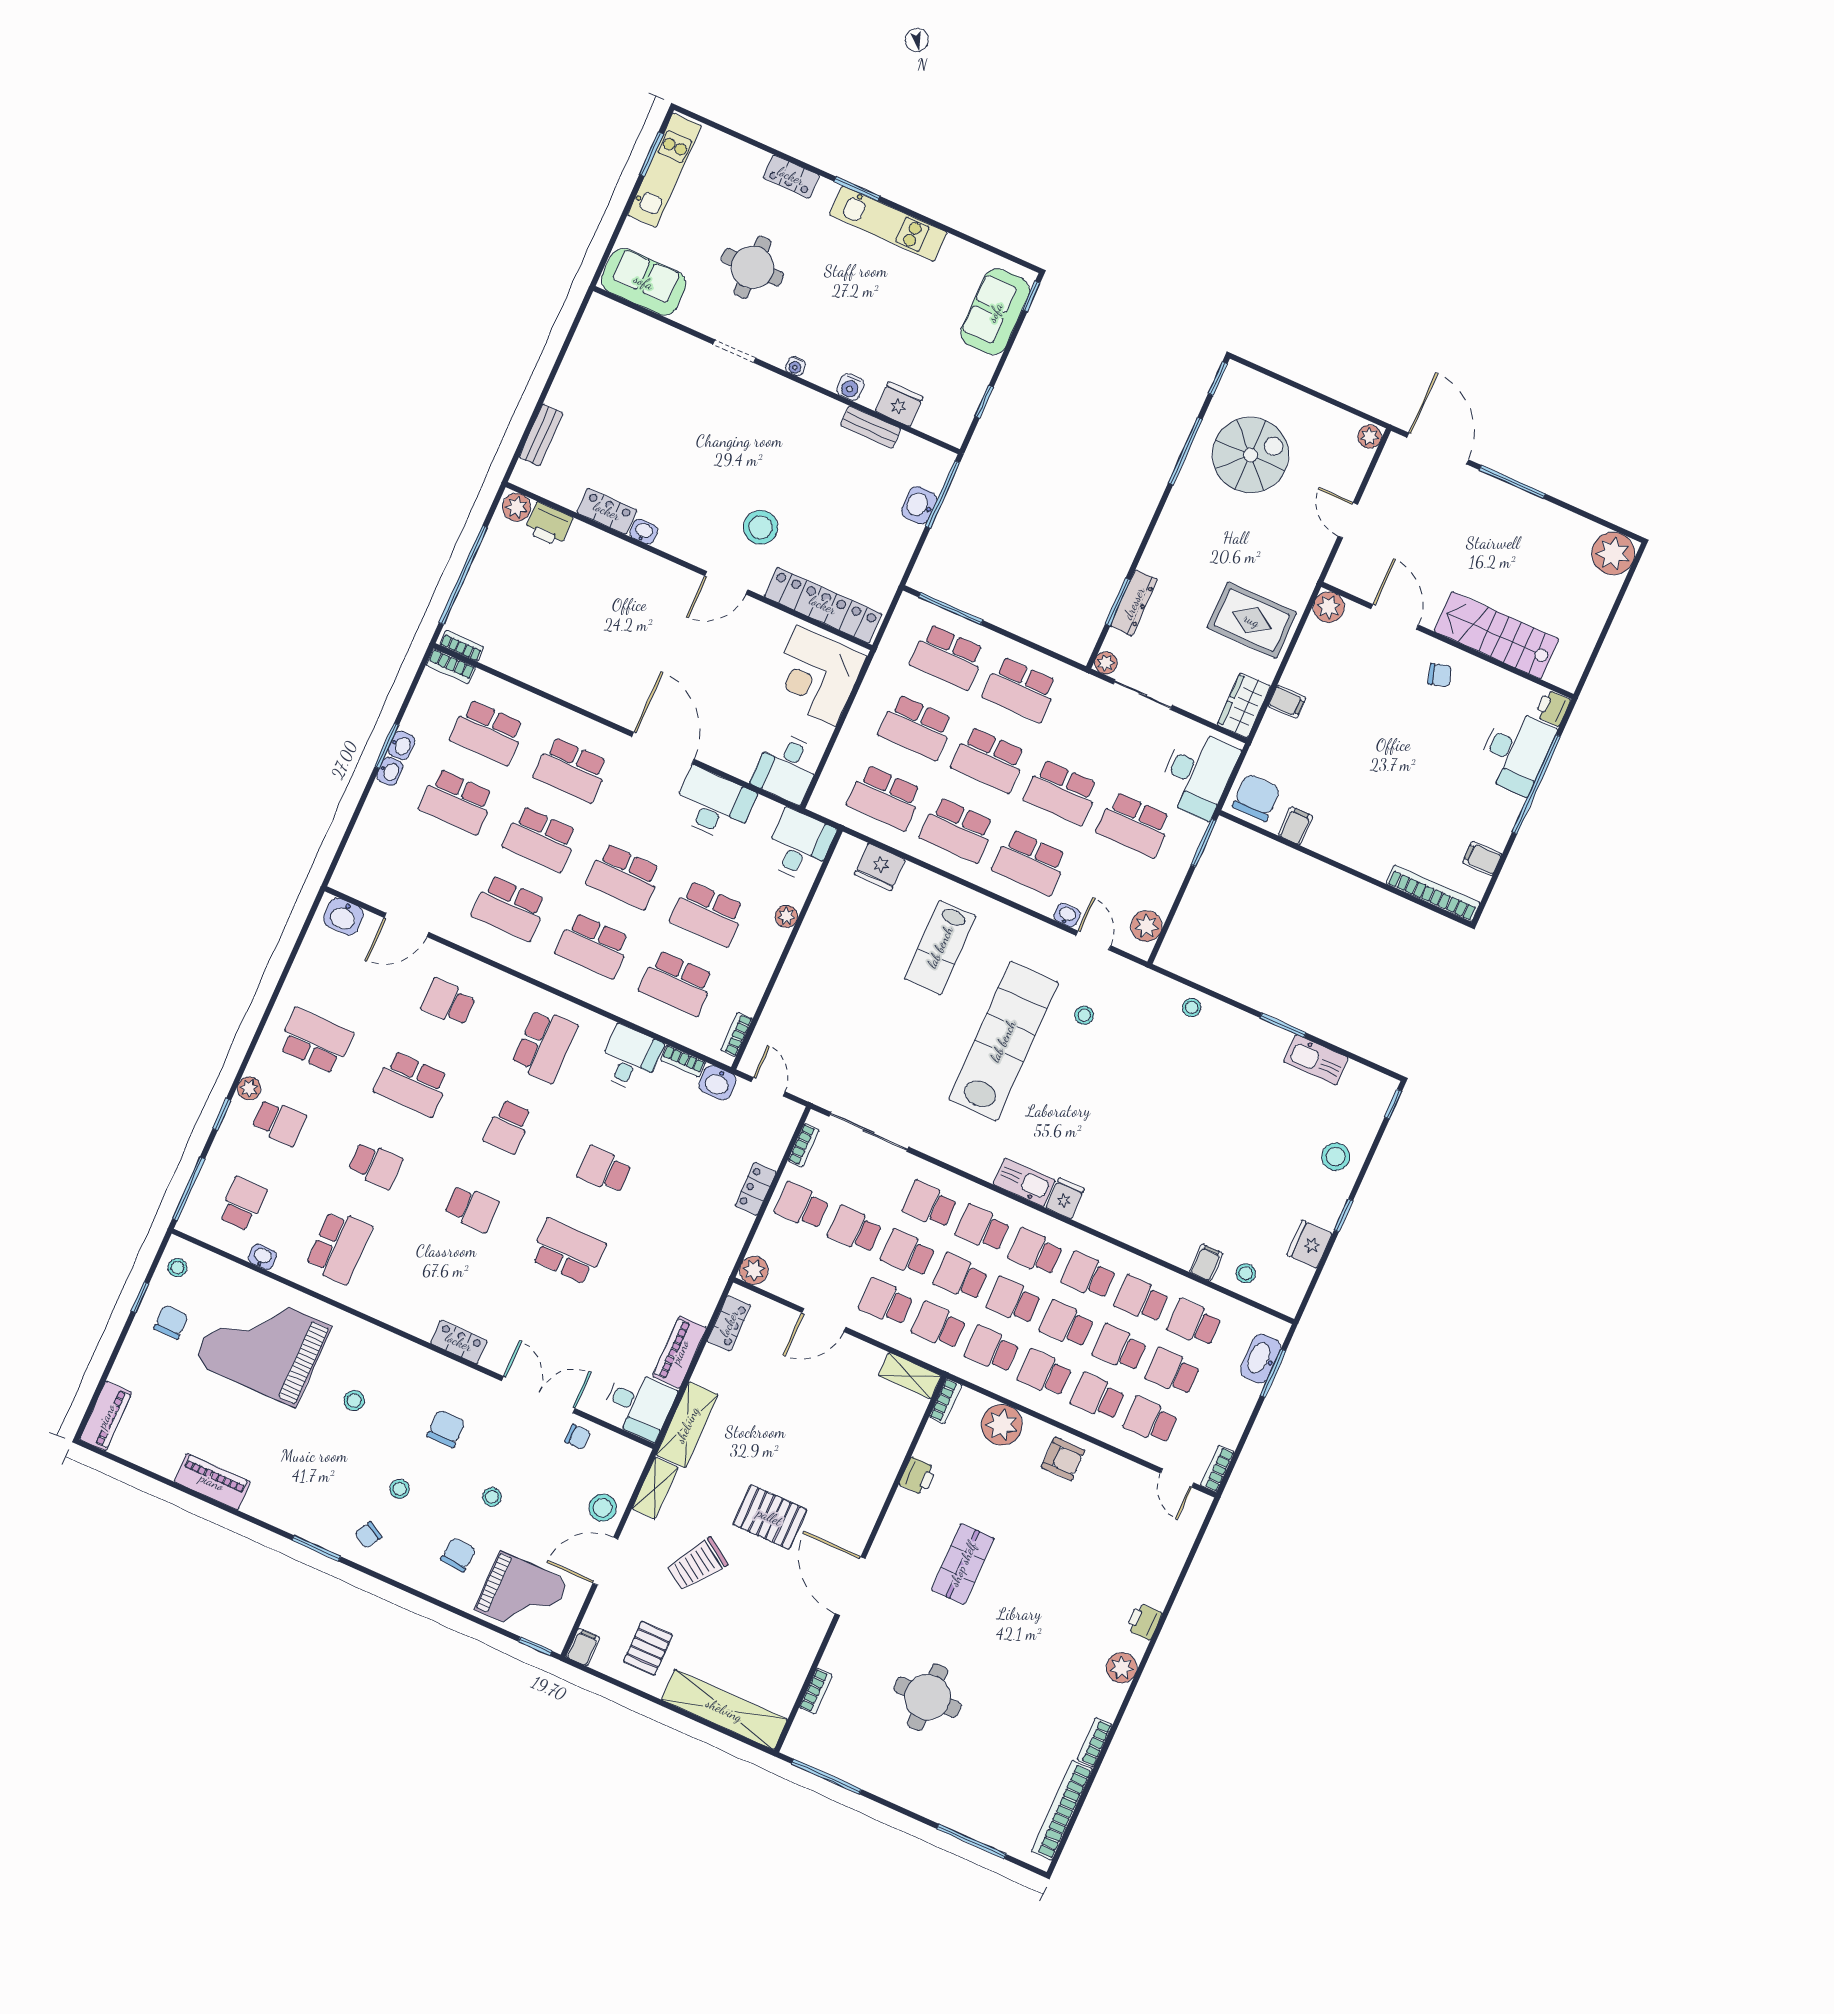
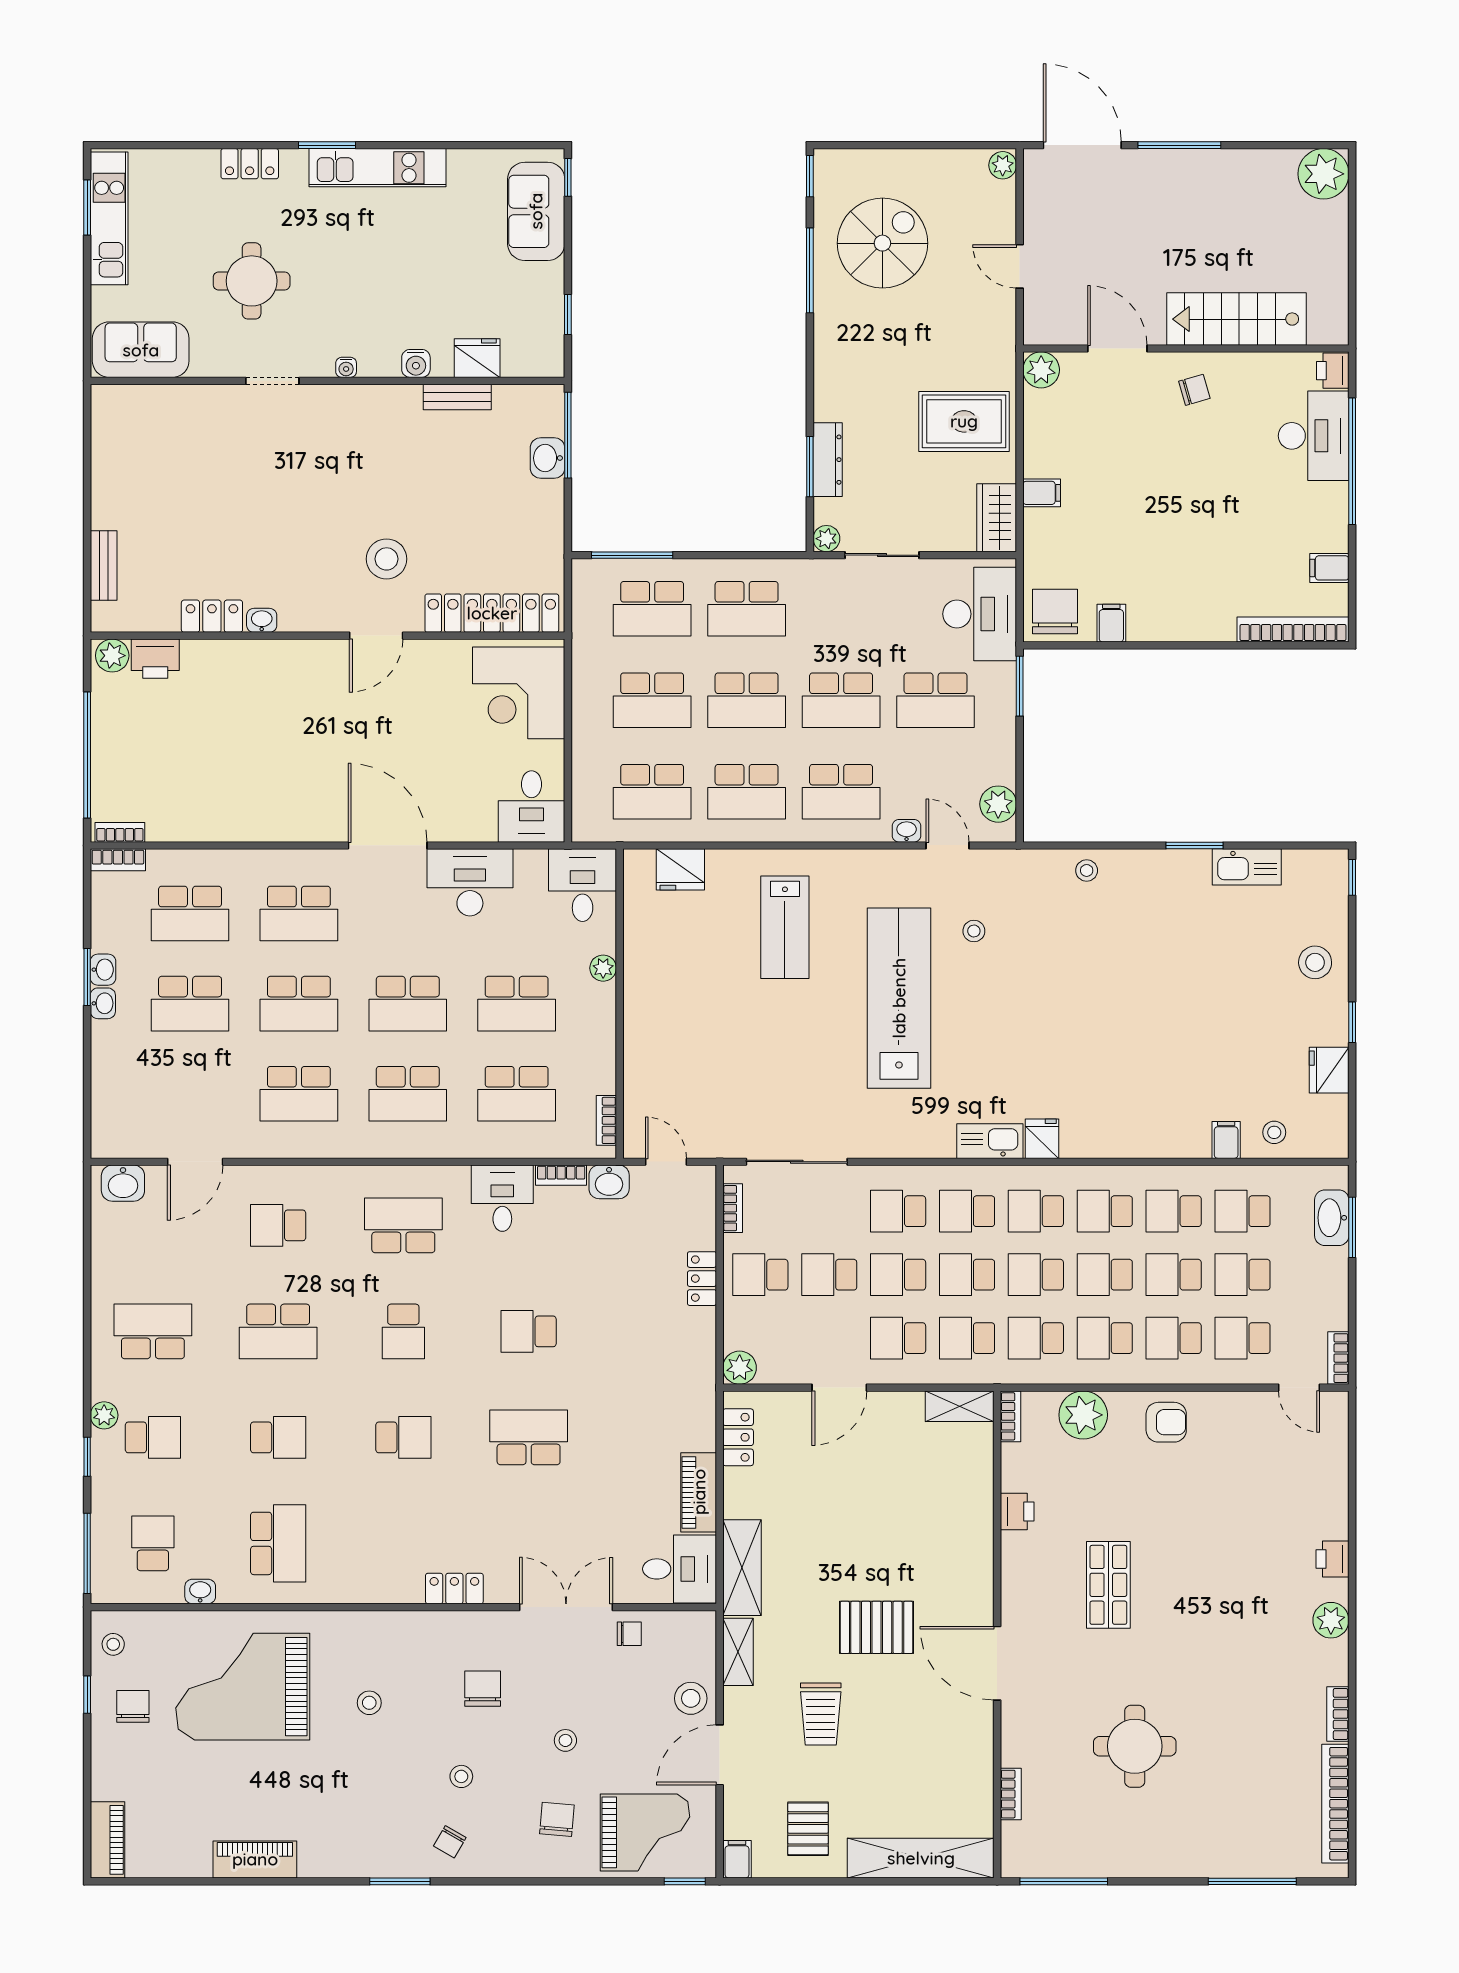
school desk: (544, 1045) -> (403, 1225), turned -90
trolley: (697, 1564) -> (821, 1714), turned -34

